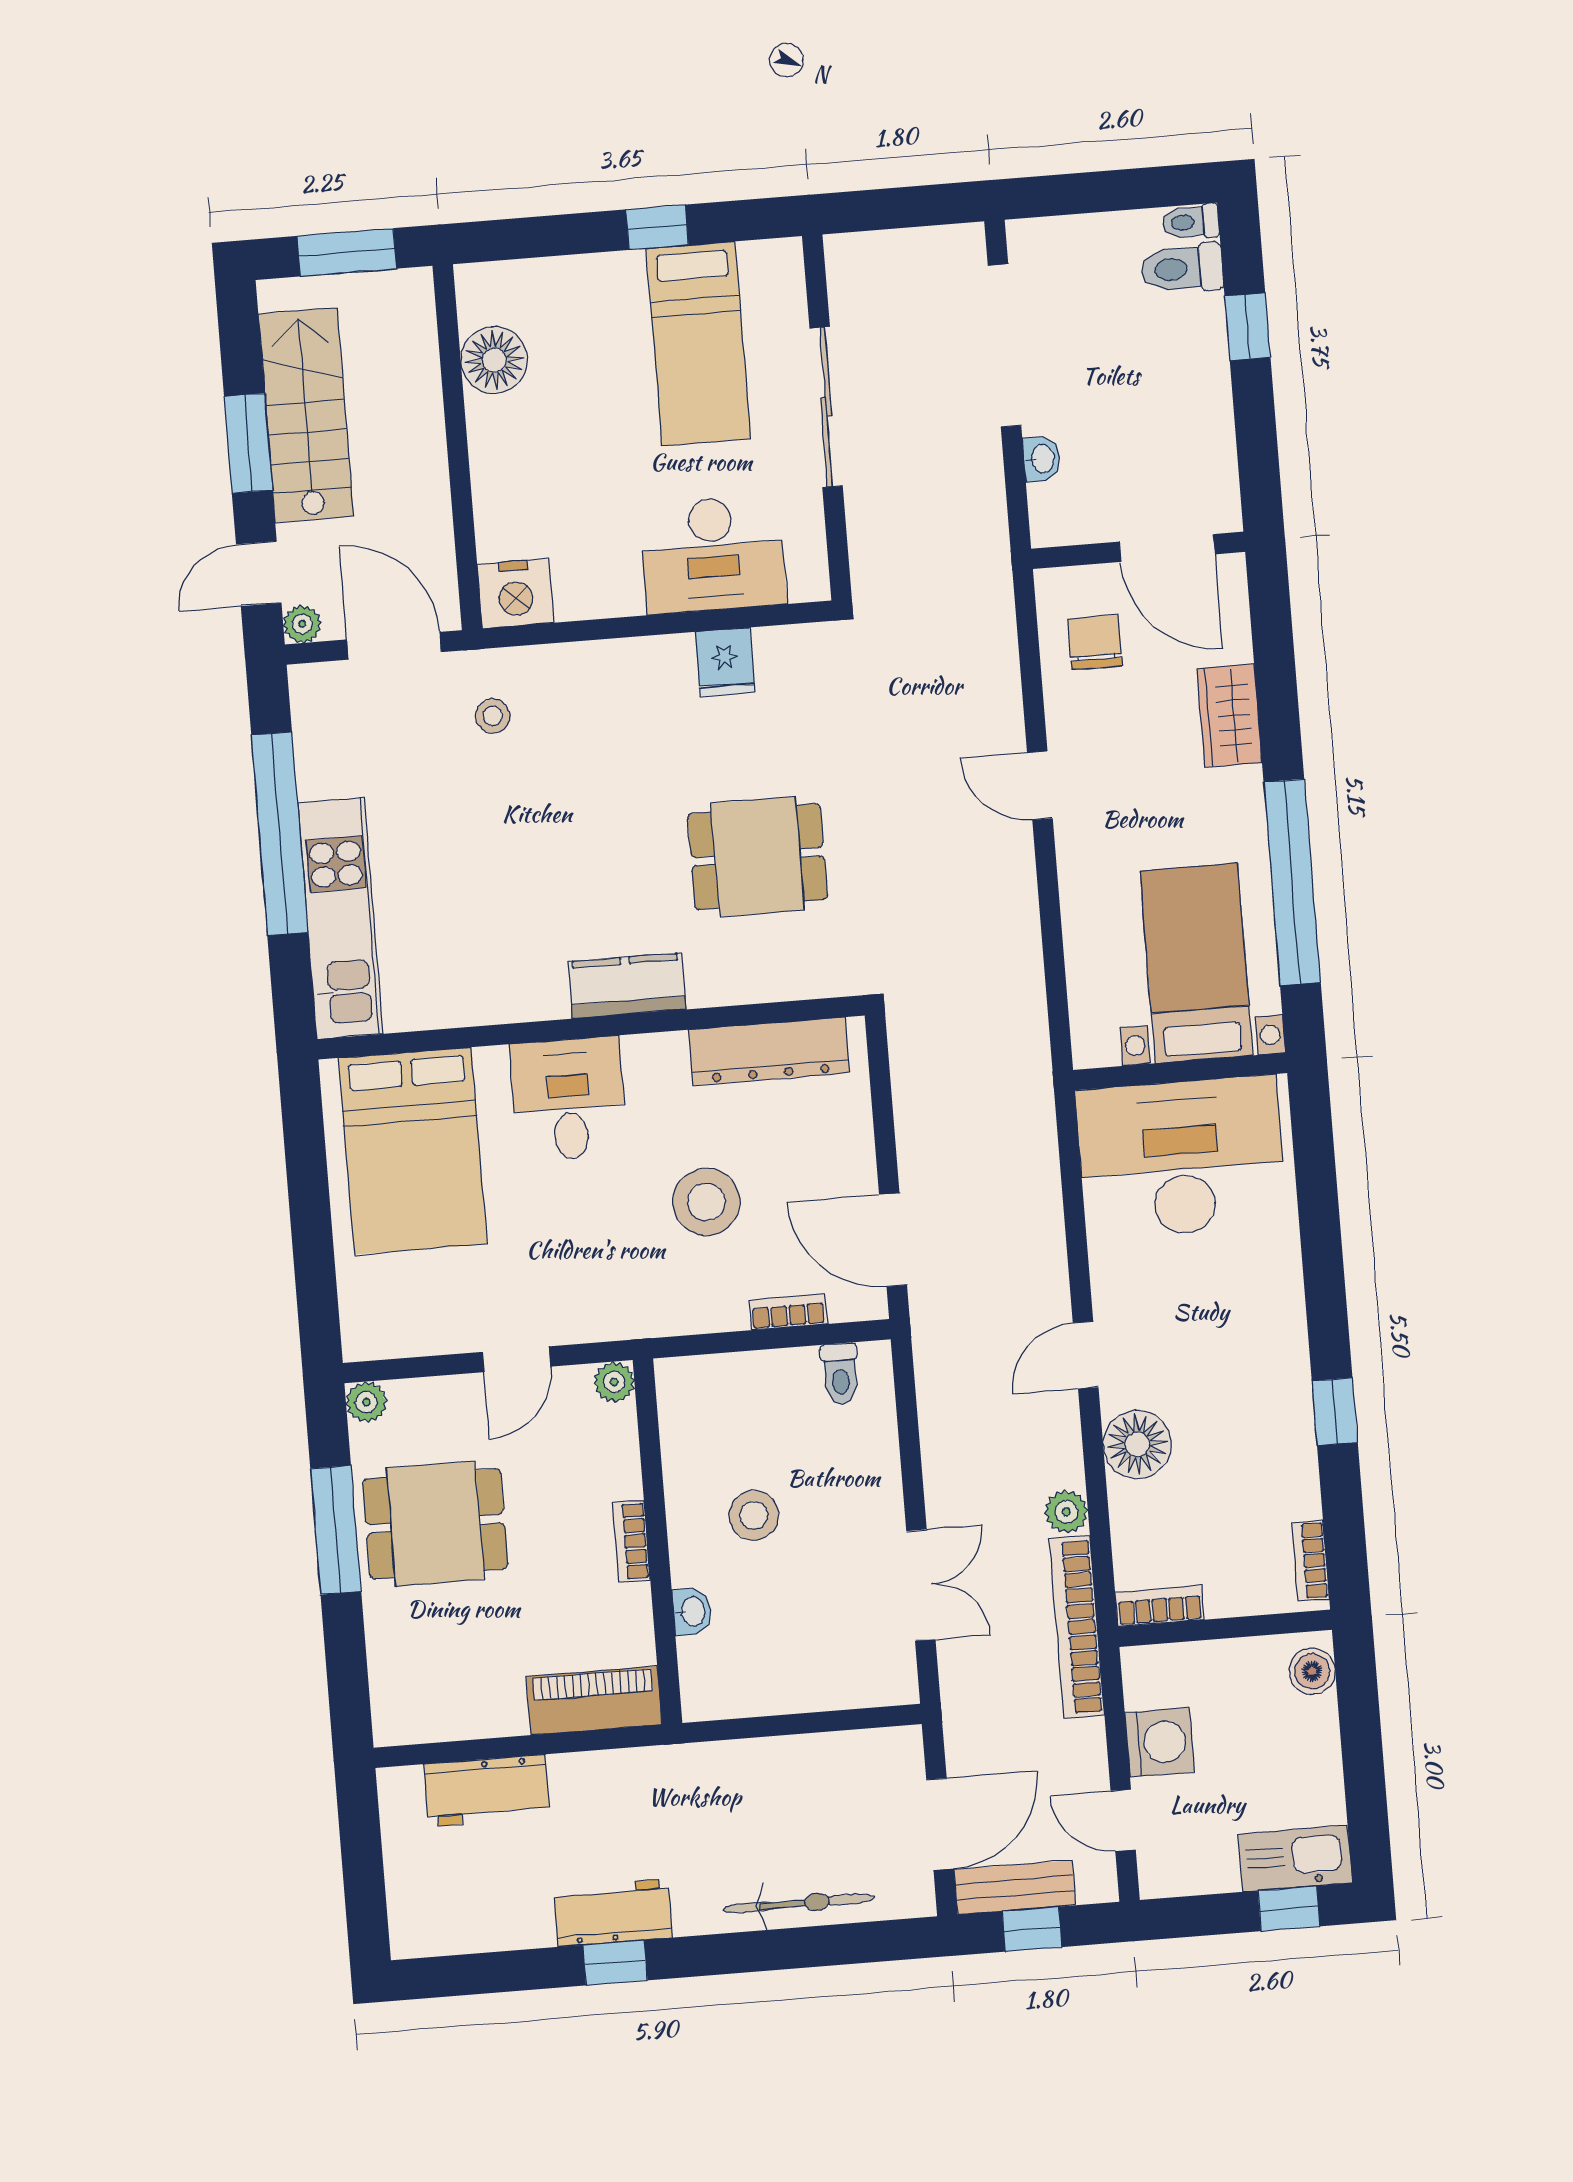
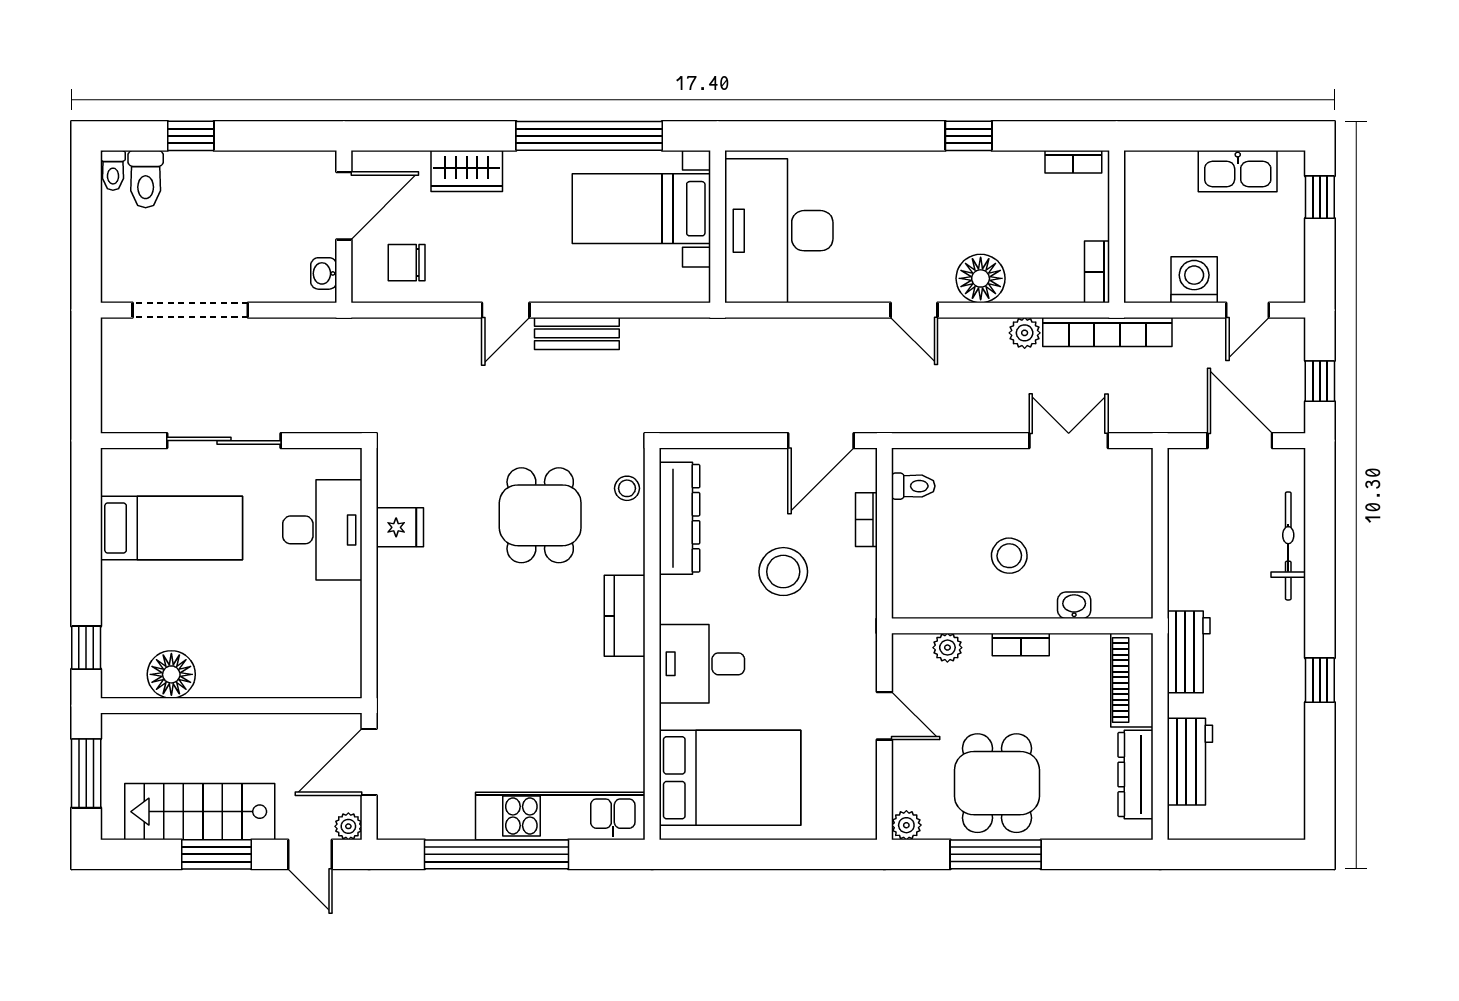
window: (657, 227) -> (86, 648), moved
washbasin: (1042, 459) -> (324, 273), moved, turned -90
nightstand: (515, 594) -> (339, 673), removed
stool: (493, 716) -> (627, 488), moved
plant: (614, 1382) -> (947, 648), moved
boiler: (1312, 1671) -> (1152, 167), removed
dresser: (463, 1716) -> (1136, 775), added
kitchen sink: (1295, 1858) -> (1238, 171), moved, turned -90
bench: (1015, 1887) -> (577, 333), moved, turned 90
workbench: (613, 1913) -> (1189, 652), moved, turned 180

